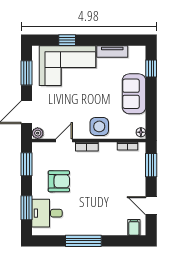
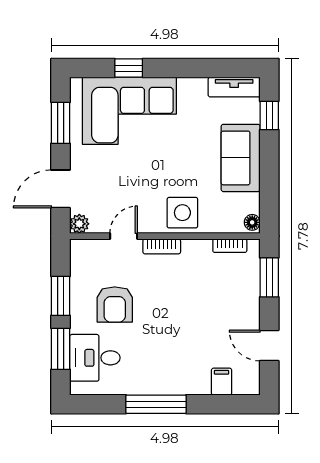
tv unit: (112, 51) -> (234, 87), moved
window: (27, 164) -> (61, 296), moved
armchair: (59, 181) -> (115, 304), turned 90
filing cabinet: (134, 227) -> (222, 382), moved

